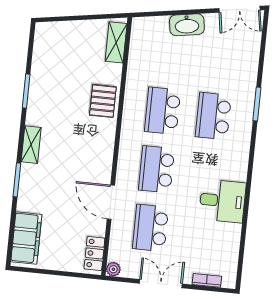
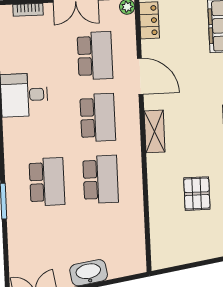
shelving: (116, 42) -> (155, 131), moved
pallet: (103, 101) -> (197, 194), moved

